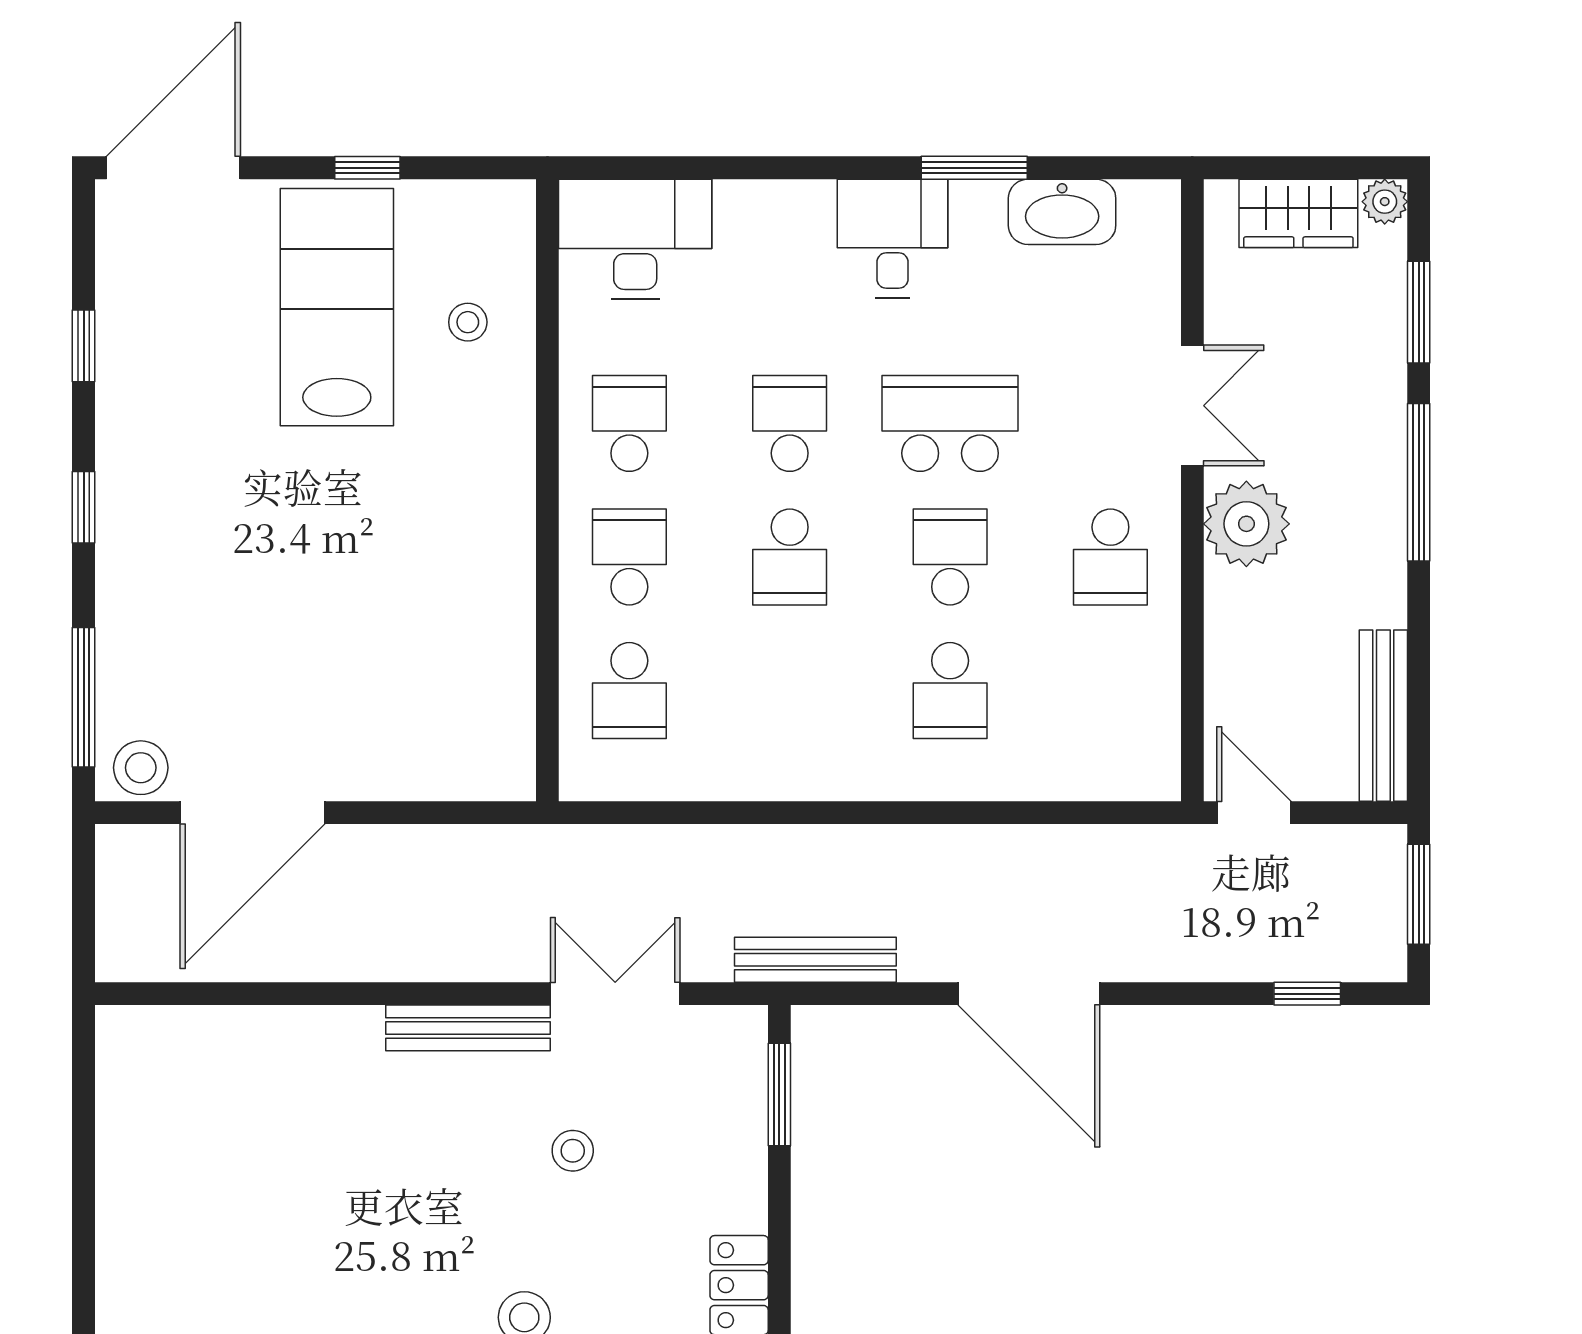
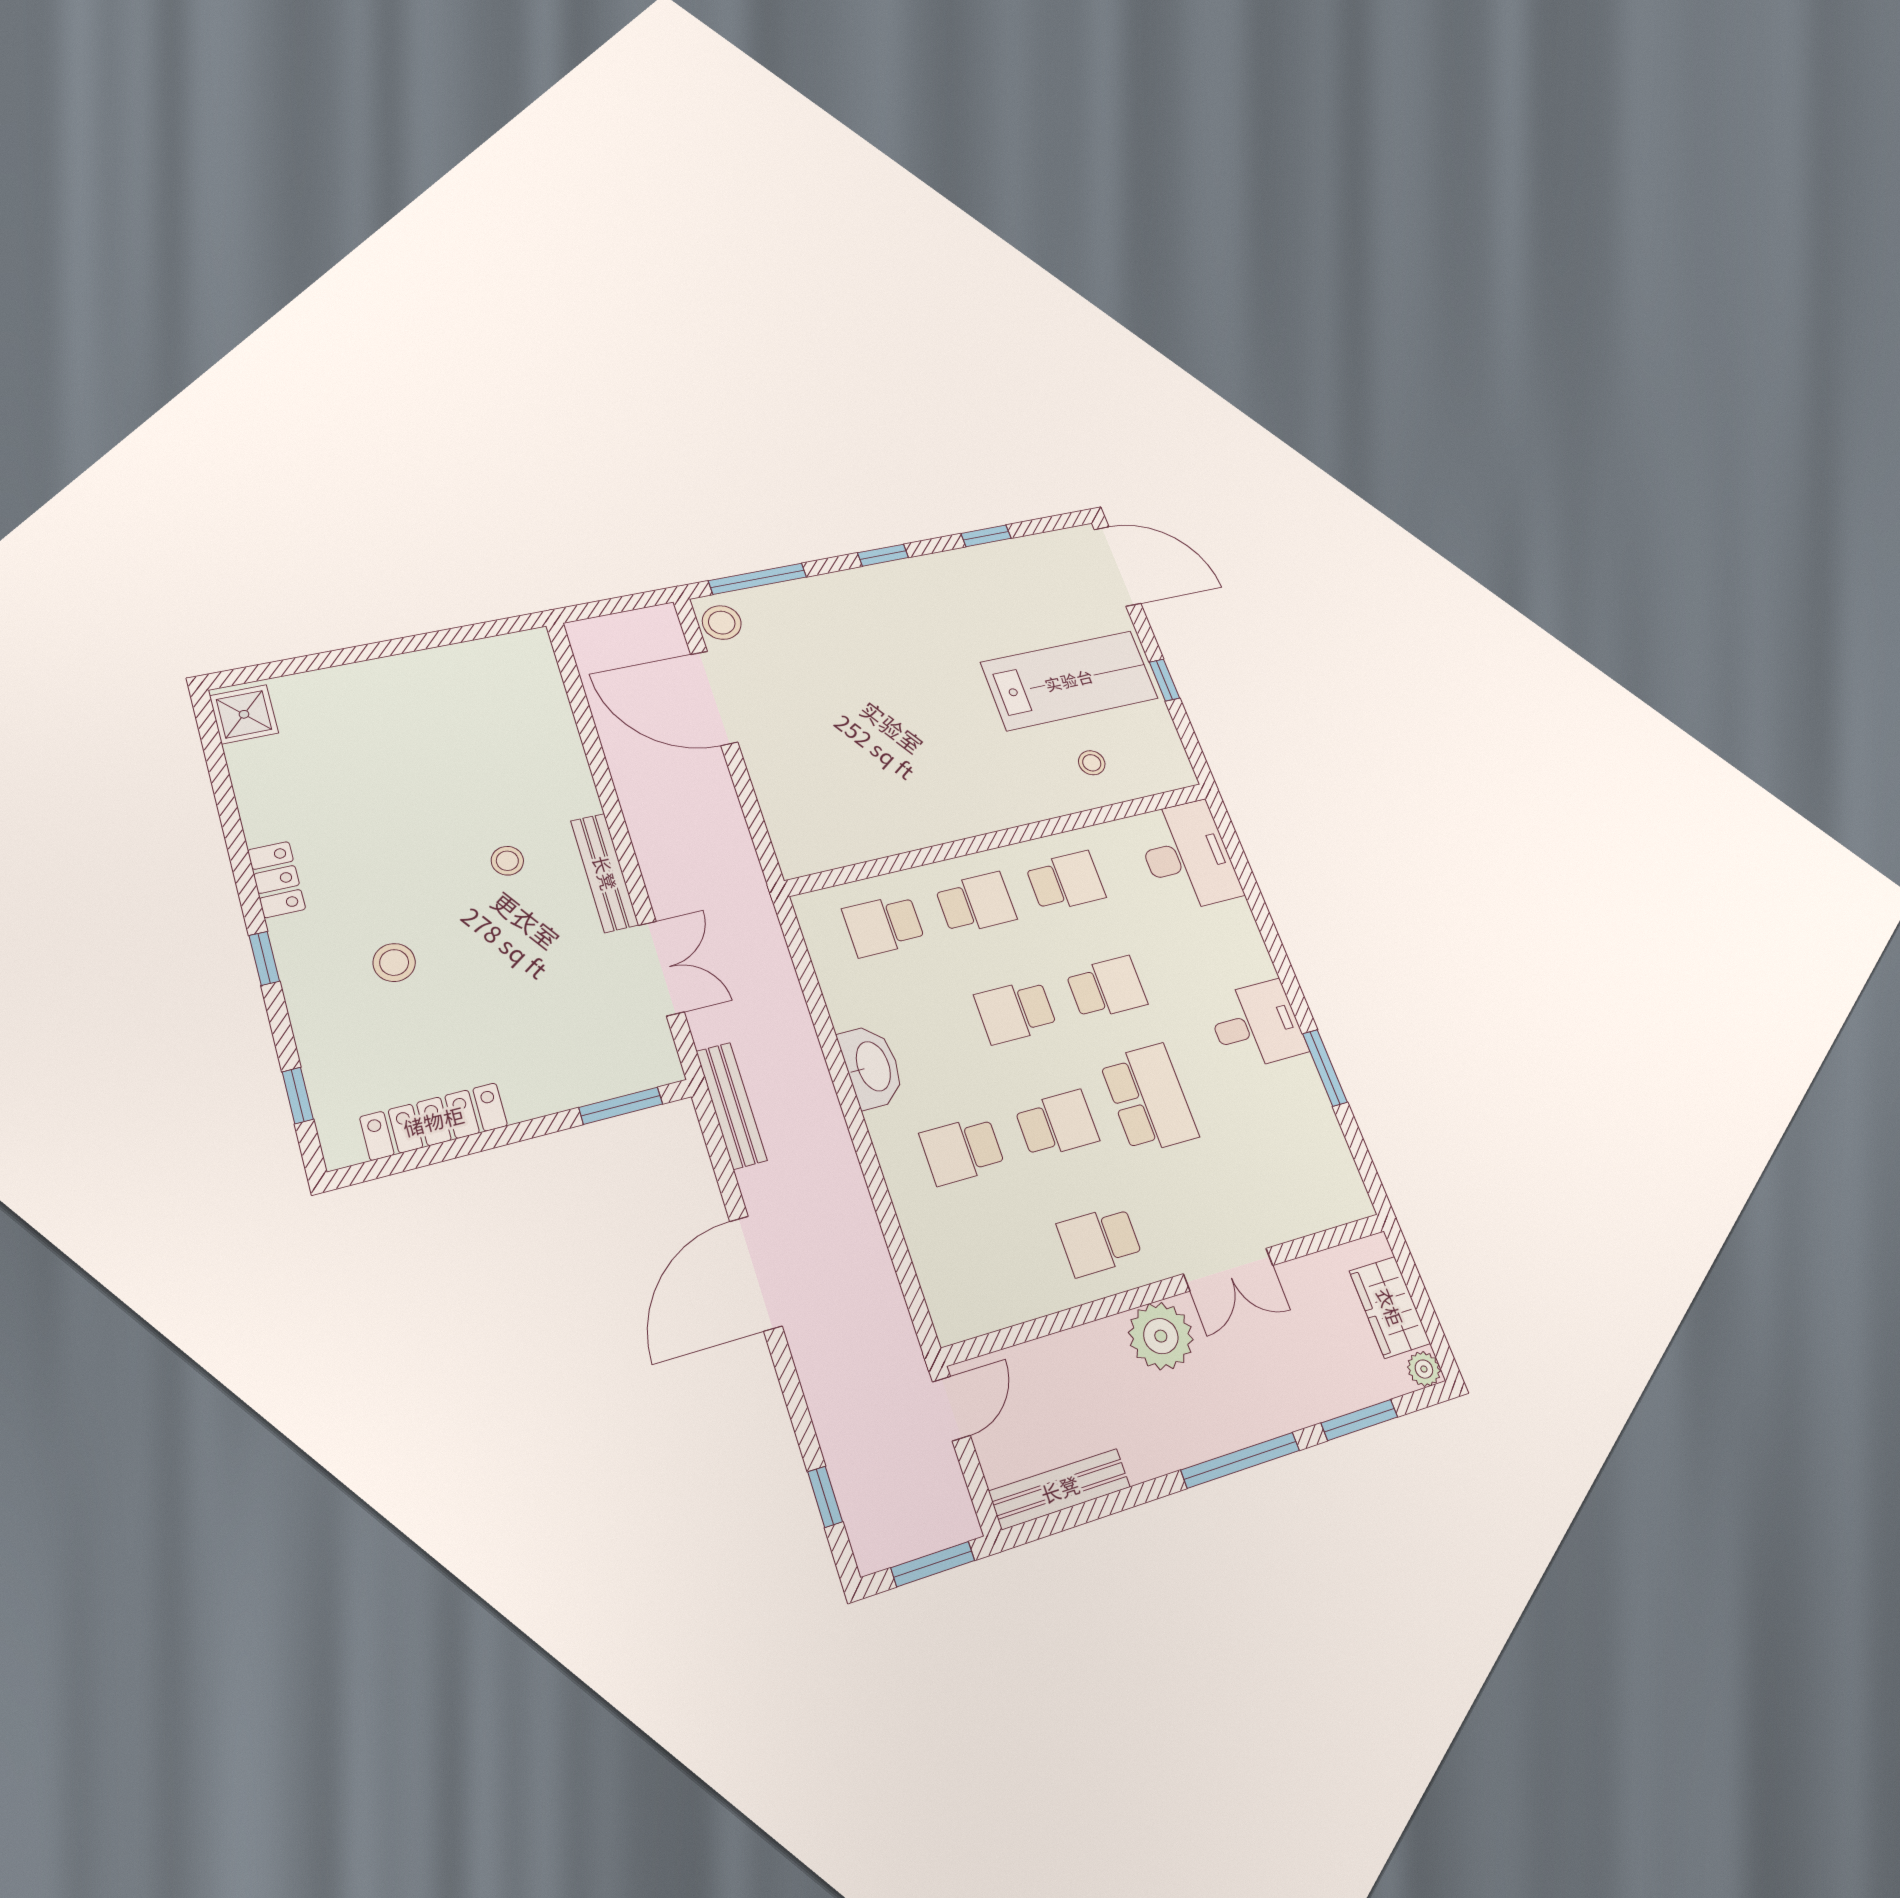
washbasin: (1062, 212) -> (872, 1067), moved, turned 180
stool: (573, 1151) -> (507, 861), moved

